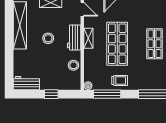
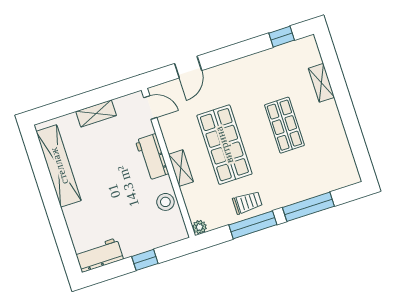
stool: (48, 38) -> (111, 172), removed
shelving: (88, 38) -> (181, 168), moved
window: (107, 94) -> (253, 225), moved

